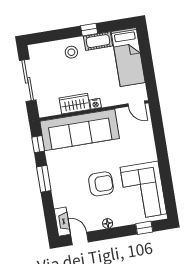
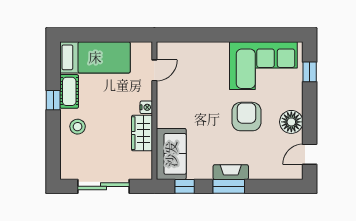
door: (136, 104) -> (154, 70), moved
sofa: (80, 130) -> (171, 154), width x0.54, depth x0.79
fireplace: (62, 222) -> (231, 172), moved
floor lamp: (108, 223) -> (291, 122), width x1.89, depth x1.89

